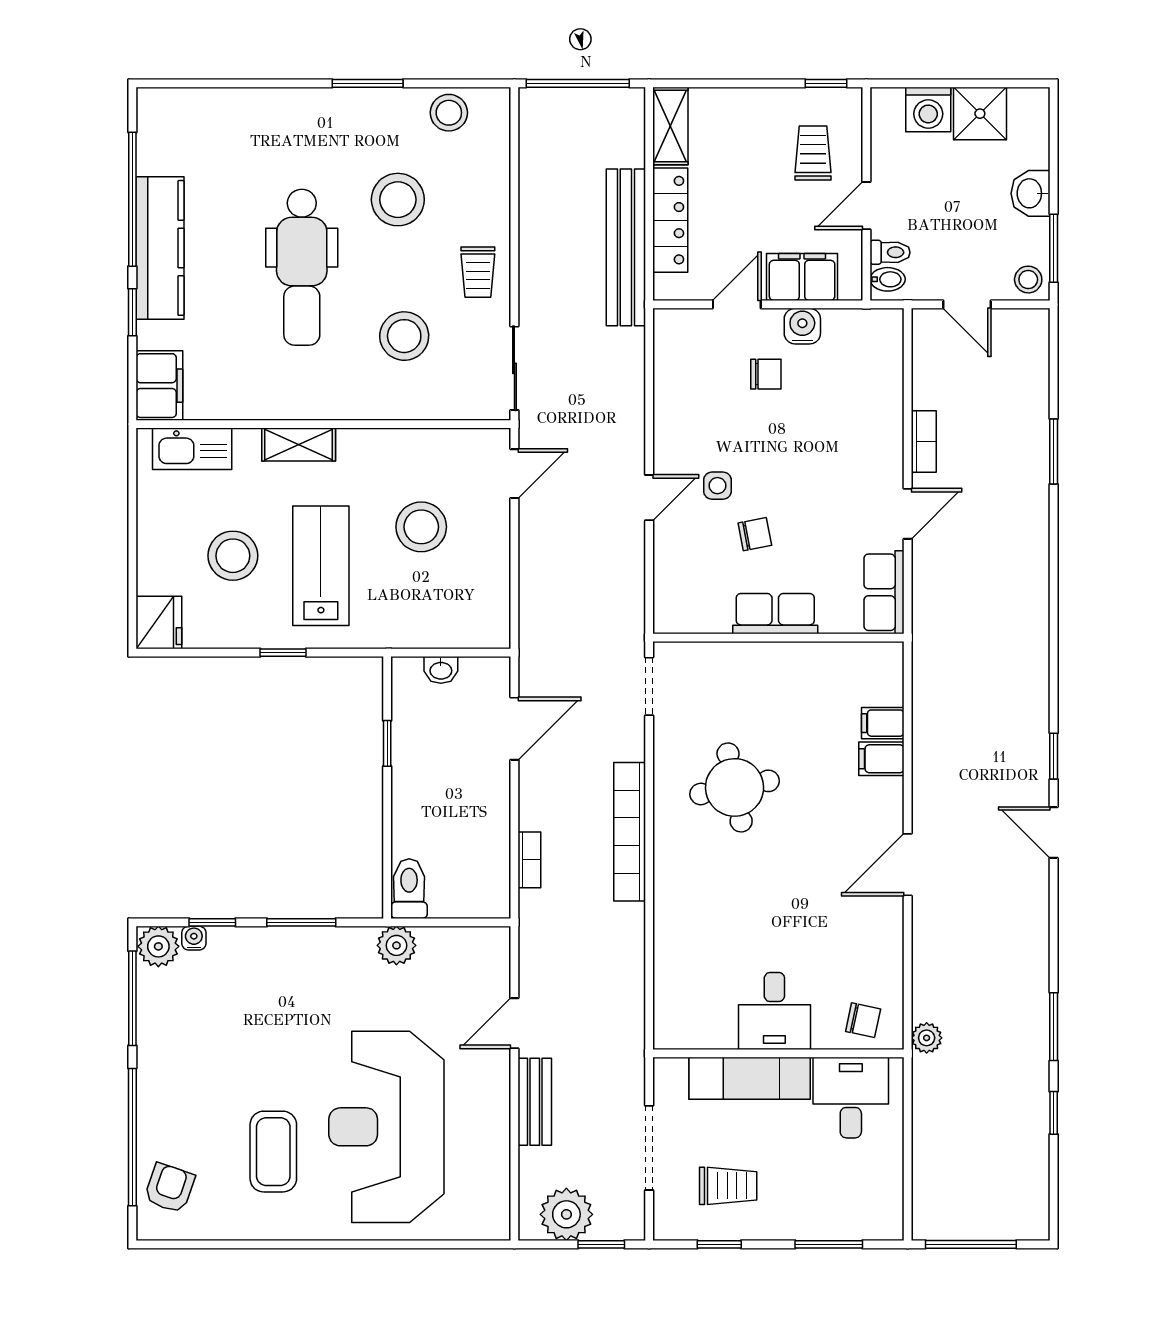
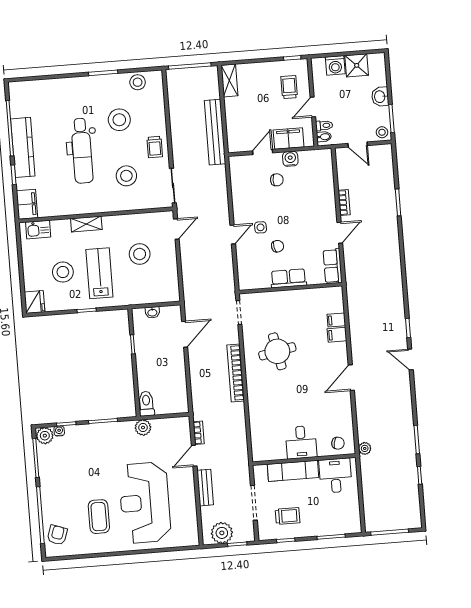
locker: (670, 220) -> (232, 119), removed
kitchen sink: (192, 449) -> (38, 230), width x0.73
bookcase: (529, 860) -> (199, 433), moved

